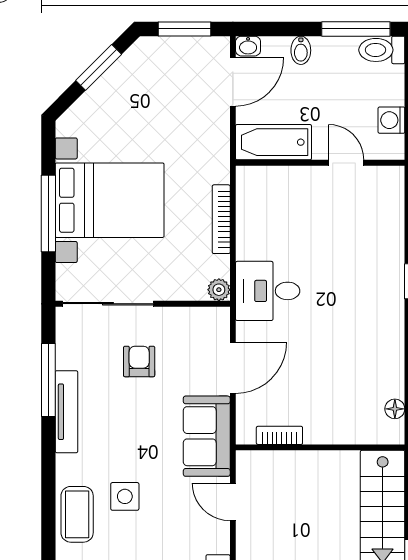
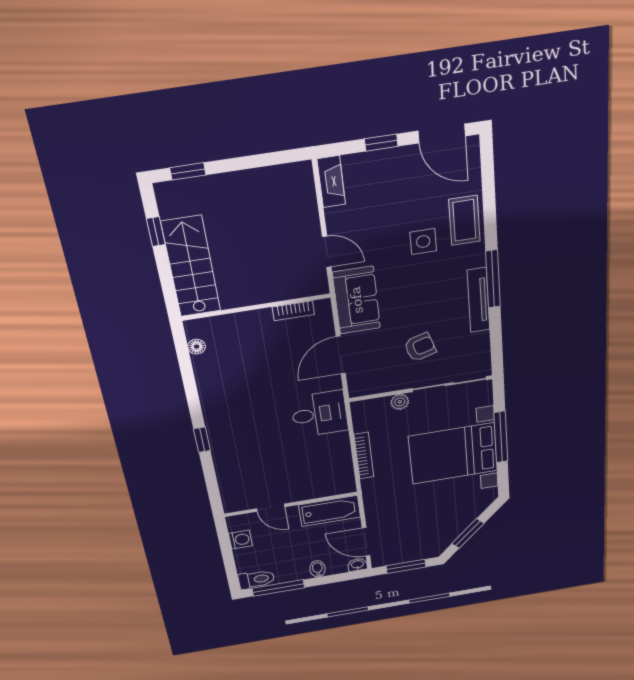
door: (233, 82) -> (366, 542), hinge flipped
plant: (219, 290) -> (400, 402), moved
armchair: (139, 362) -> (420, 347), turned -107
window: (48, 380) -> (493, 279), moved

